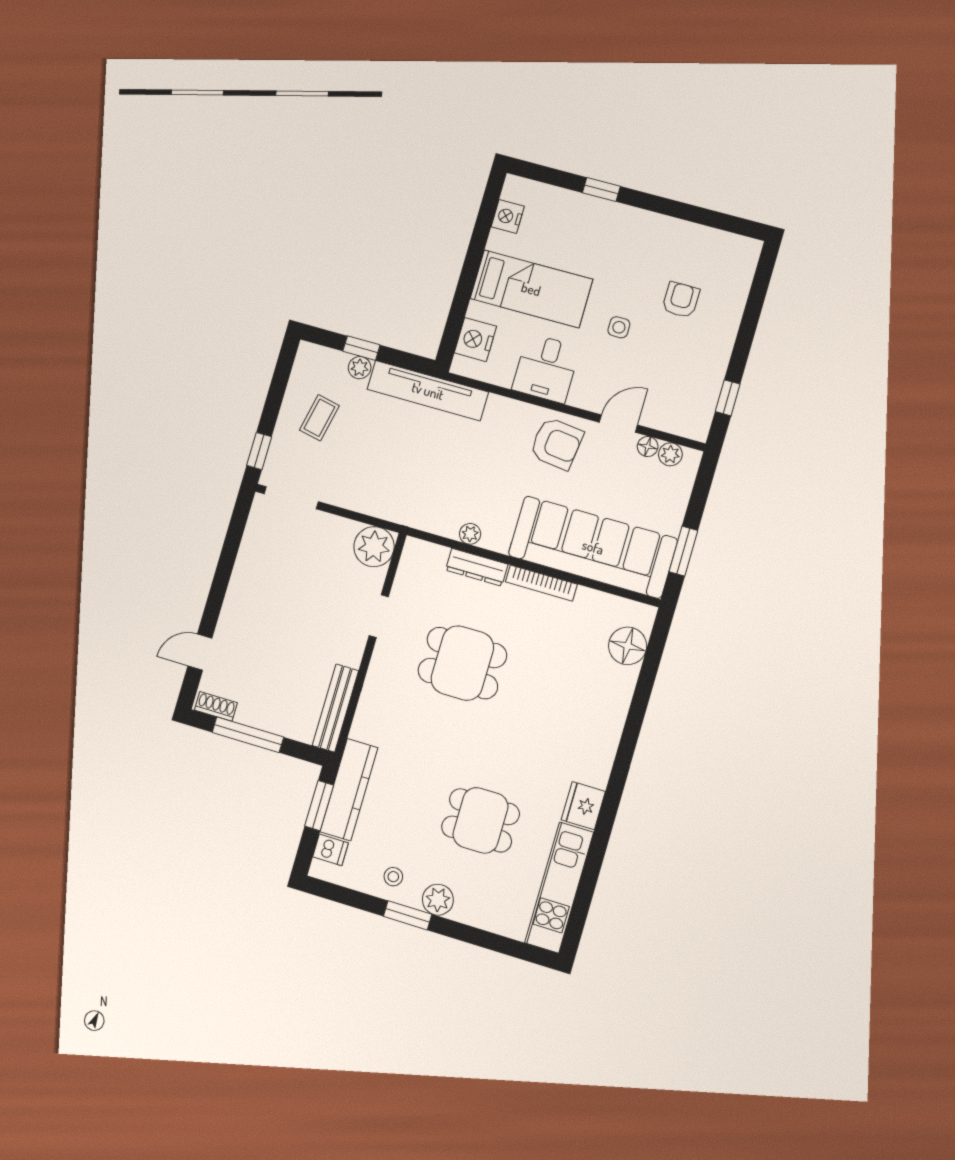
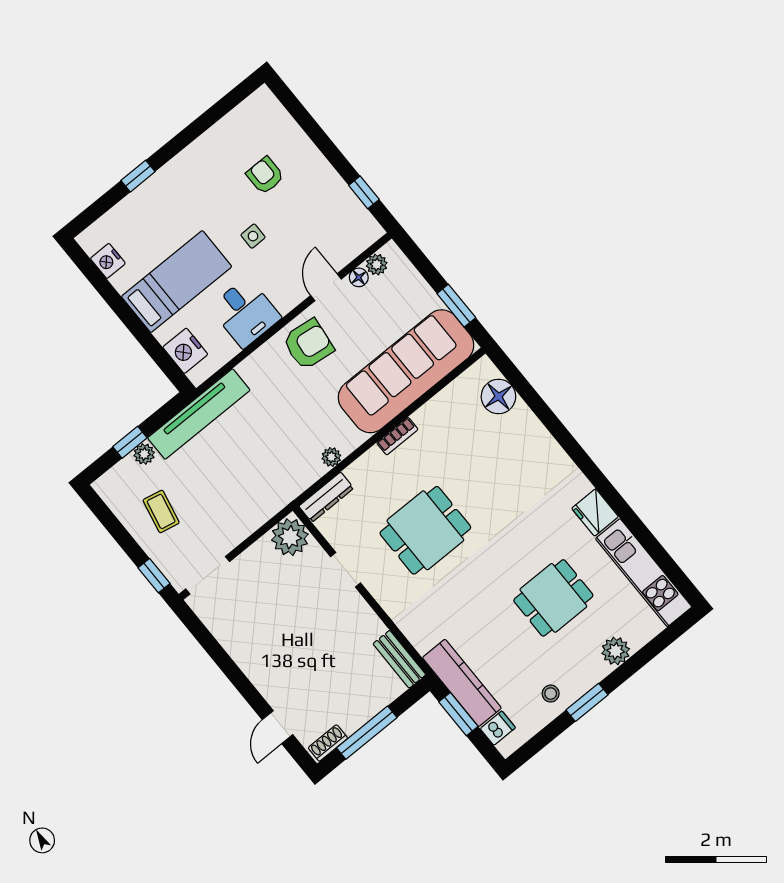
dresser: (477, 567) -> (326, 497), moved
bookcase: (541, 583) -> (397, 436), width x0.64
bench: (335, 708) -> (399, 659), width x0.73
plant: (438, 900) -> (616, 651), moved

